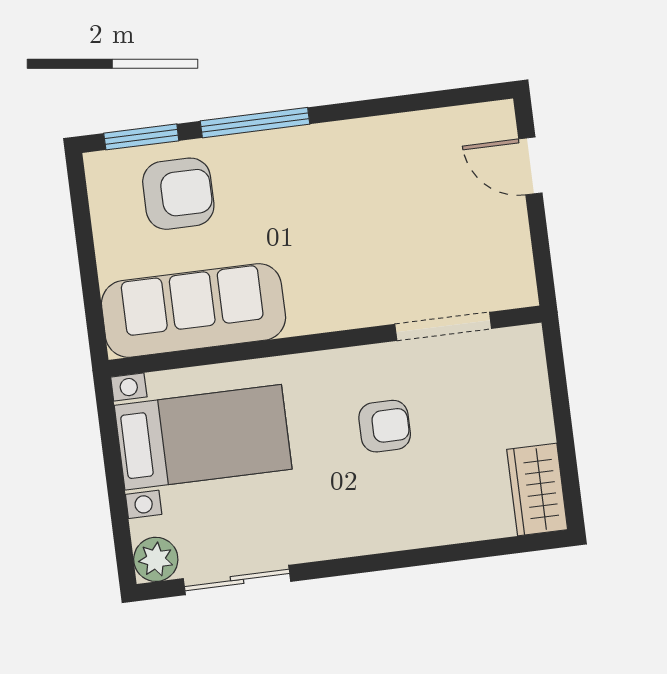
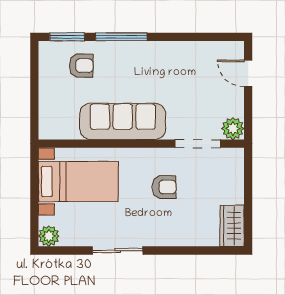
armchair: (178, 194) -> (81, 66), width x0.72, depth x0.72
plant: (513, 285) -> (233, 128), added
sofa: (193, 310) -> (123, 121), moved
sliding door: (237, 580) -> (118, 251), moved

